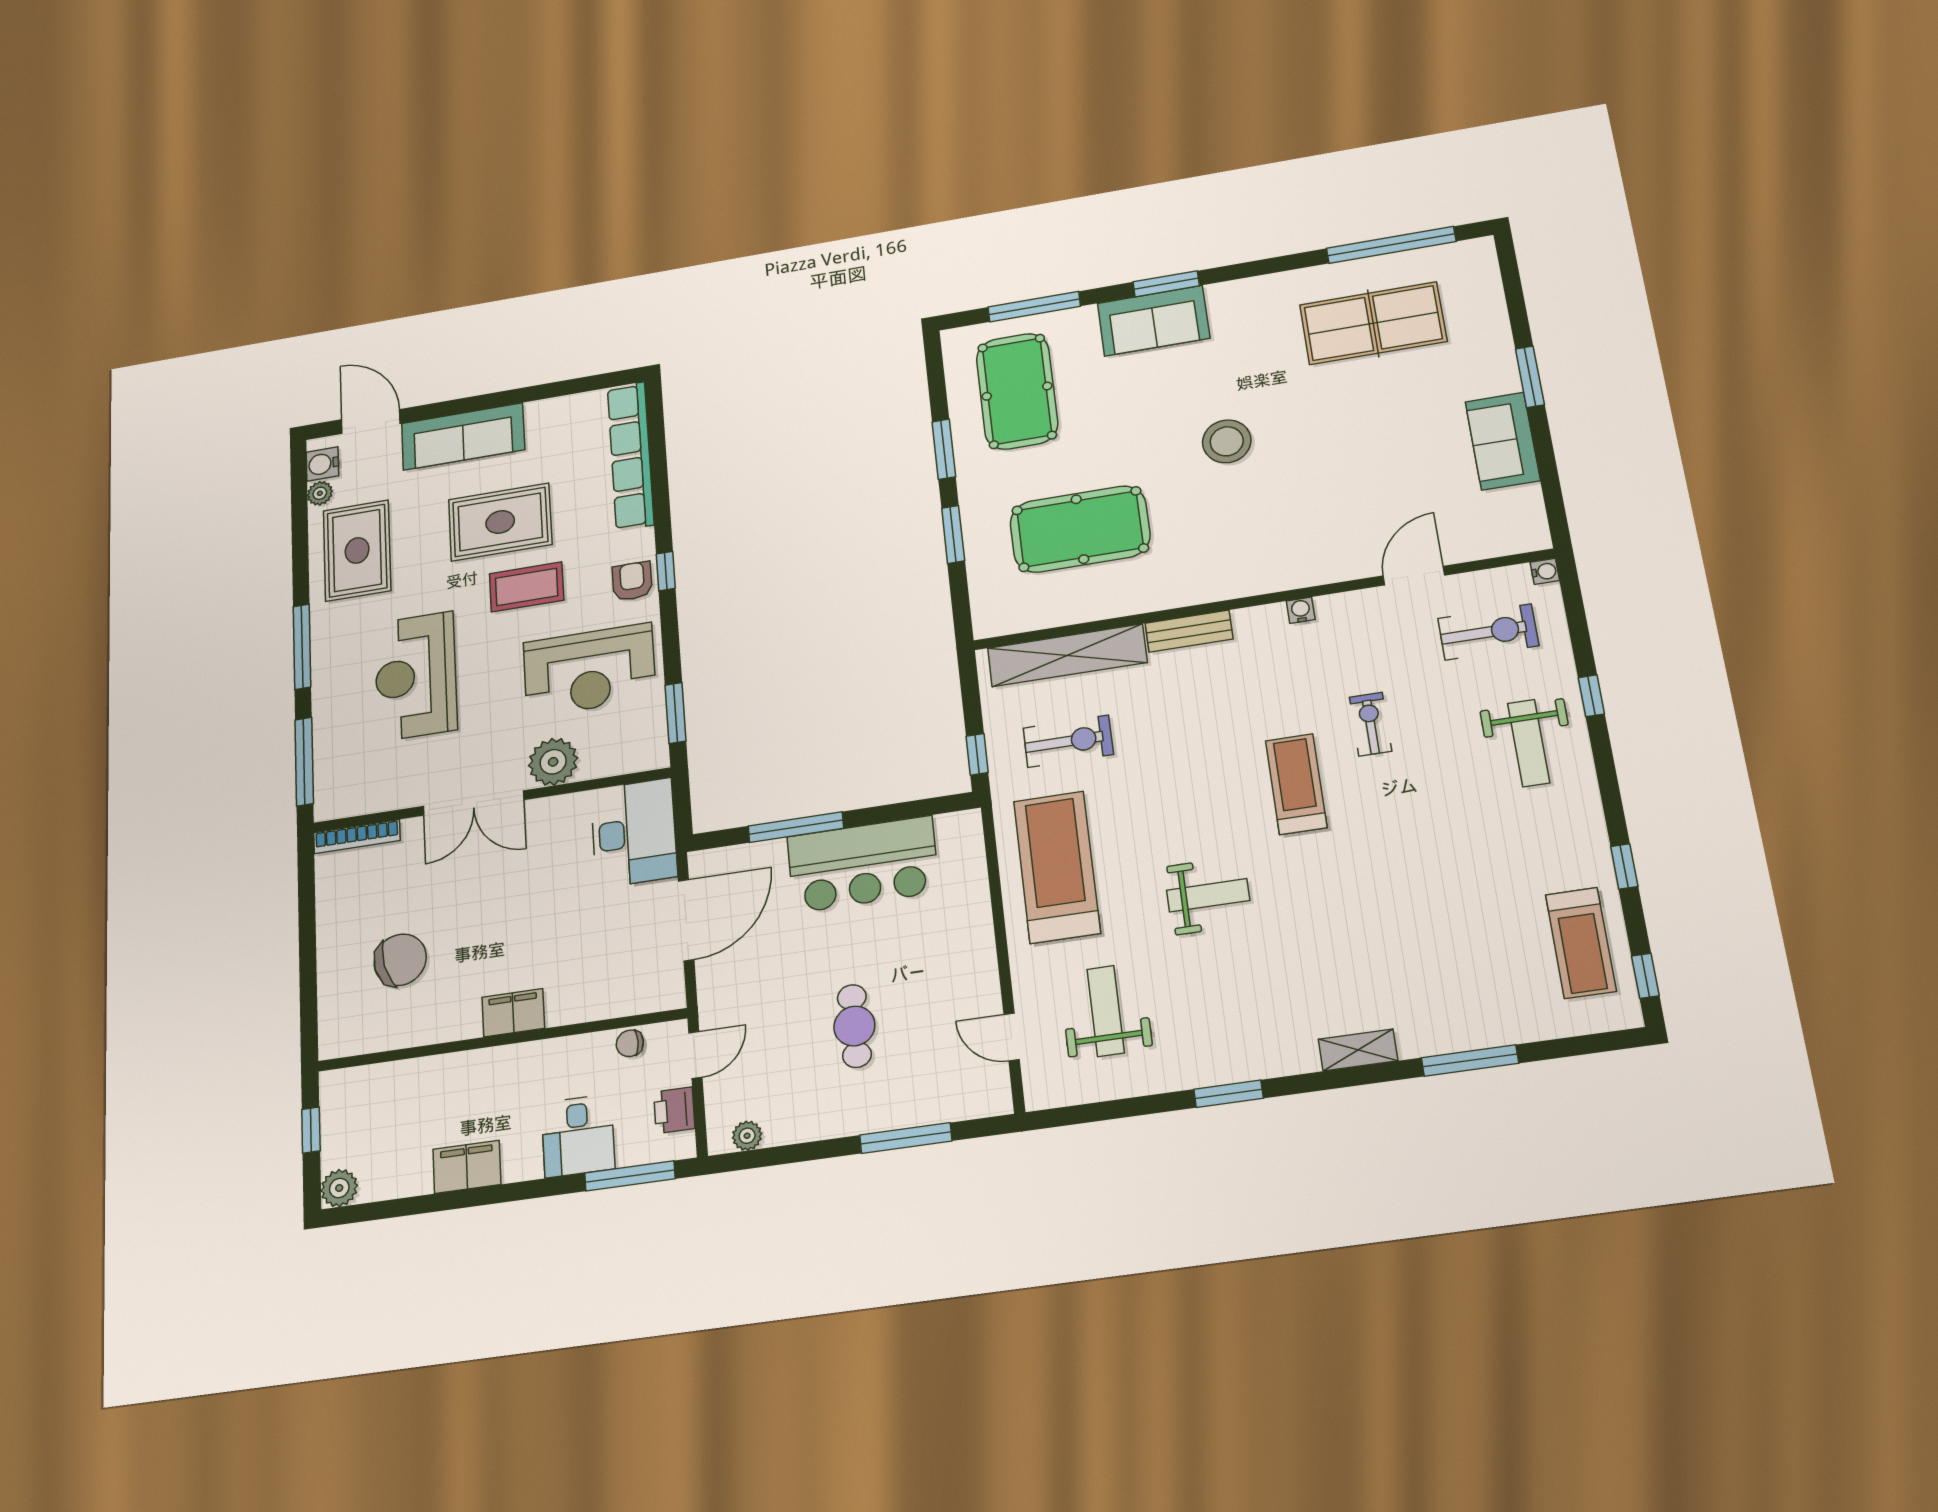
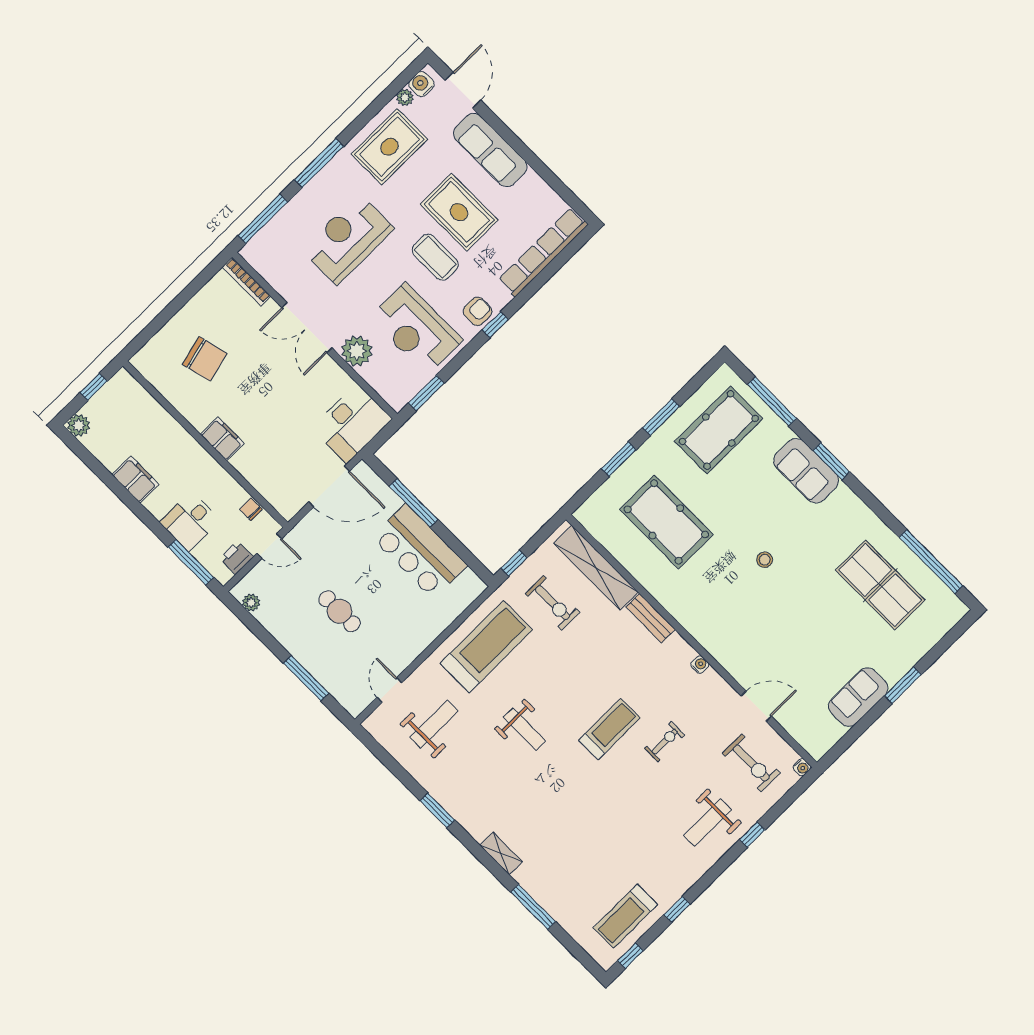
stool: (1227, 441) -> (765, 560), width x0.53, depth x0.53
cafe table: (854, 1026) -> (340, 611), turned 90

